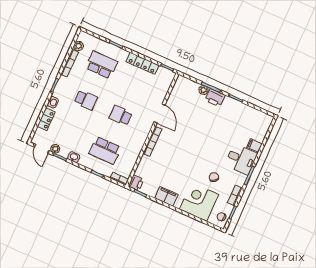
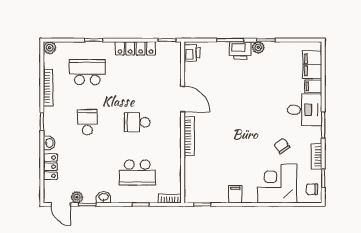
plant: (79, 46) -> (50, 48), moved
plant: (203, 90) -> (258, 47), moved
school desk: (86, 100) -> (87, 122), turned -90
filing cabinet: (261, 130) -> (312, 65), added
printer: (136, 183) -> (192, 53), moved
filing cabinet: (166, 196) -> (235, 194), width x0.50

